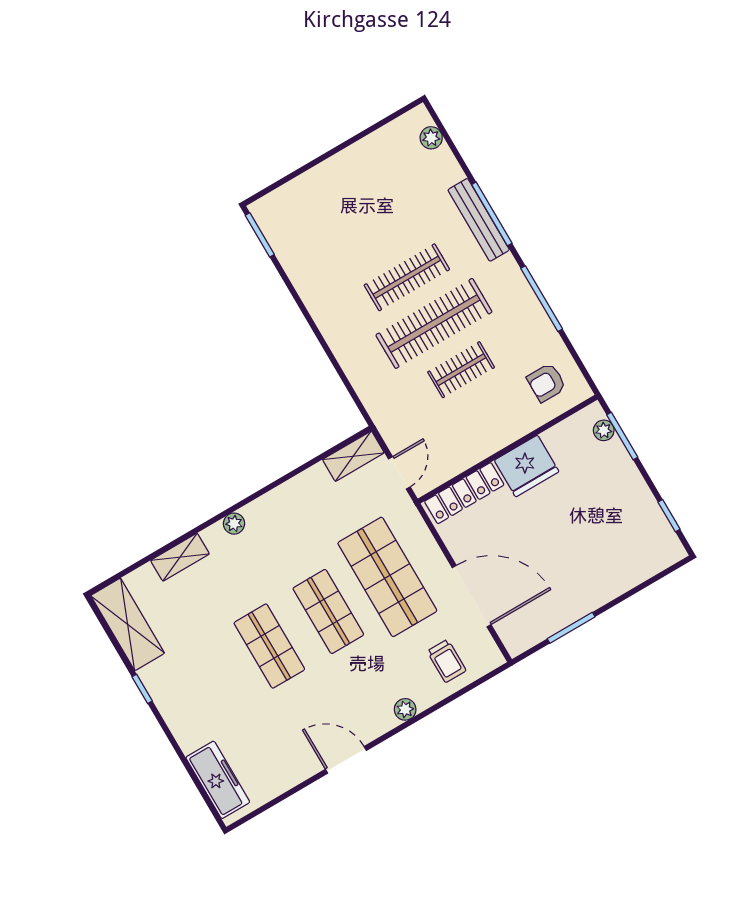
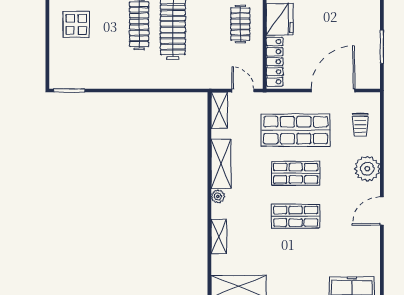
display table: (356, 191) -> (76, 24), added
clothes rail: (461, 370) -> (240, 24), moved
shelving: (281, 502) -> (221, 164), added
trolley: (447, 661) -> (360, 125), turned 90
plant: (405, 709) -> (367, 169), width x1.88, depth x1.88

